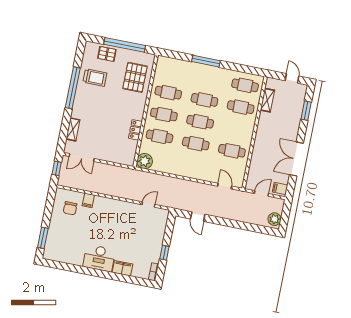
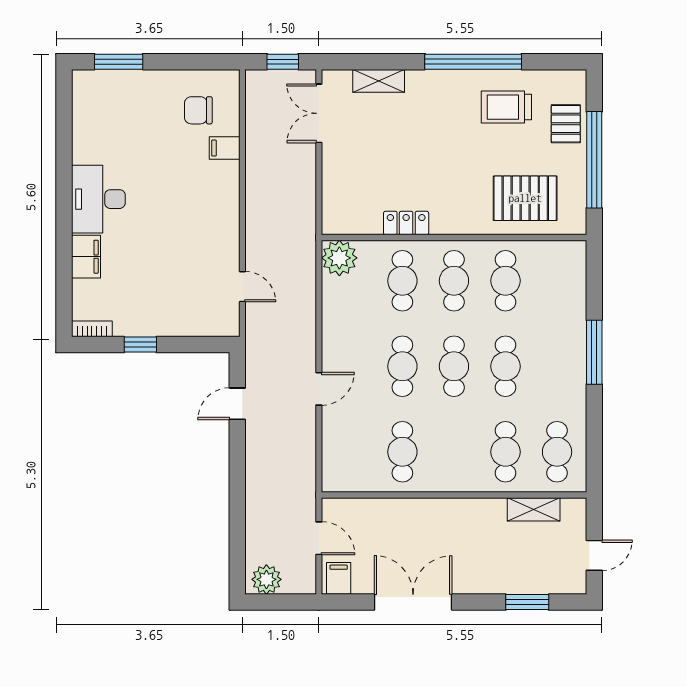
trolley: (95, 78) -> (506, 107), turned 90
door: (225, 186) -> (319, 389), moved

